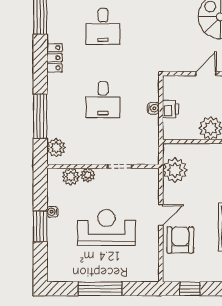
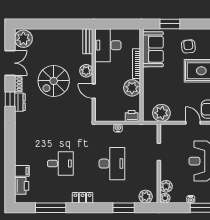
desk: (103, 100) -> (112, 164), width x1.37
printer: (171, 109) -> (132, 116), moved
window: (40, 116) -> (124, 208), width x0.69
plant: (88, 175) -> (165, 198), moved

